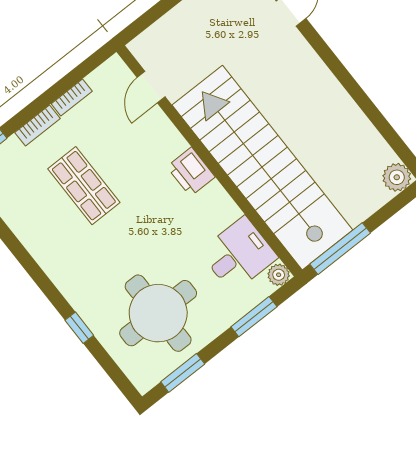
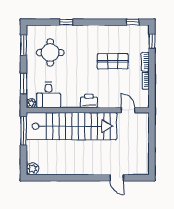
round table: (158, 313) -> (50, 52), width x0.73, depth x0.73

